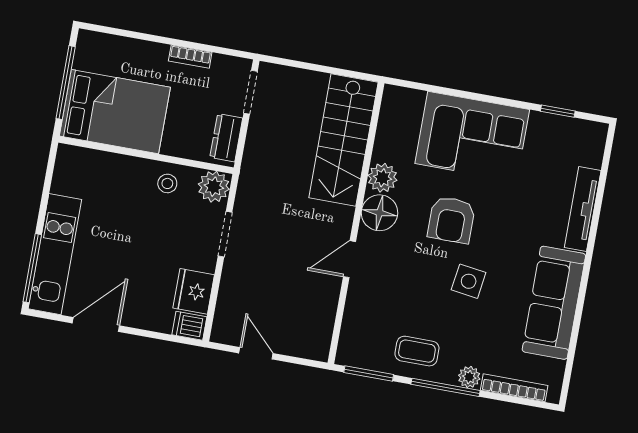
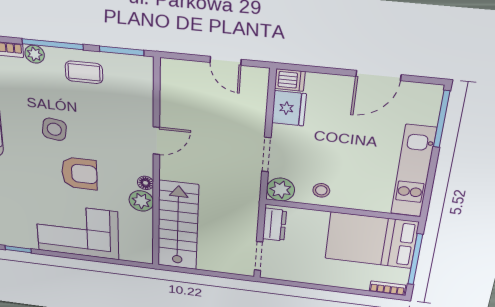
bookcase: (190, 57) -> (387, 288), moved
floor lamp: (380, 213) -> (146, 183), width x0.53, depth x0.53
armchair: (451, 220) -> (79, 173), turned 90
kitchen unit: (55, 254) -> (413, 171), moved

